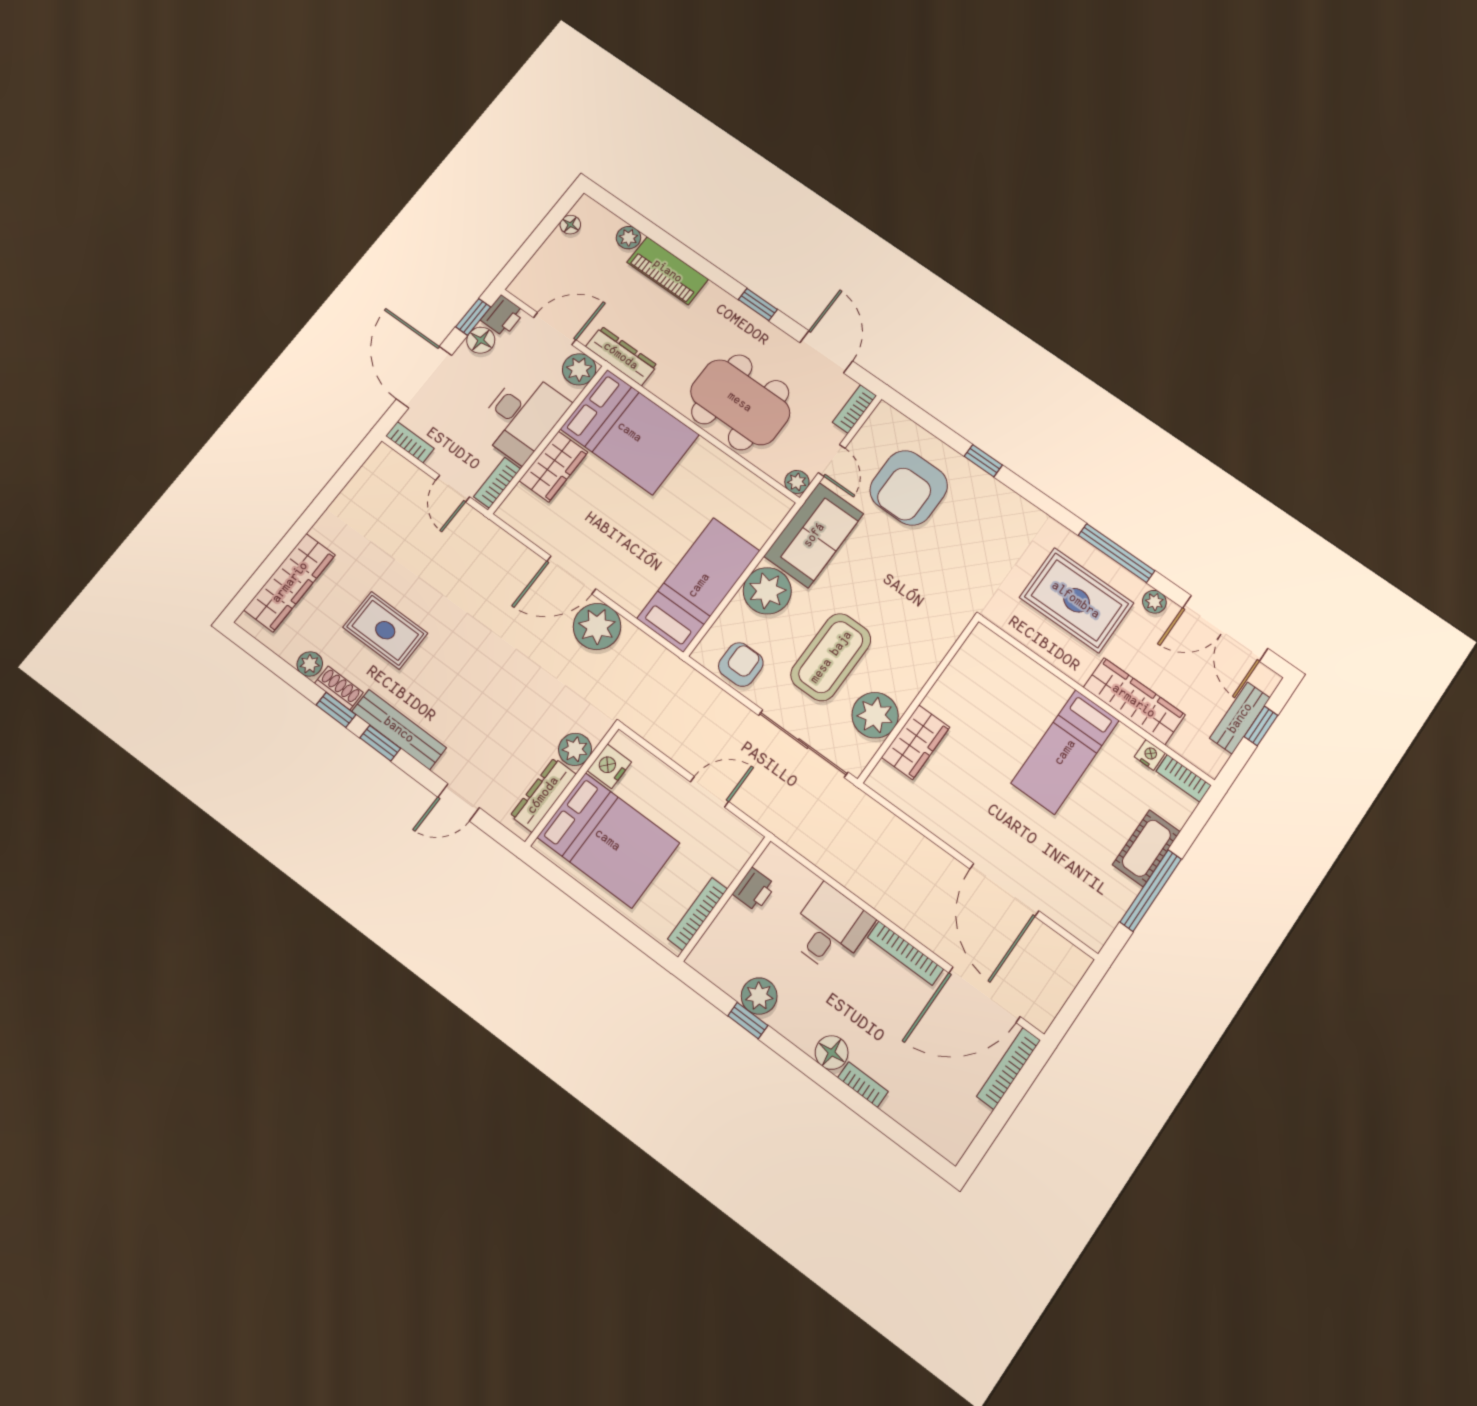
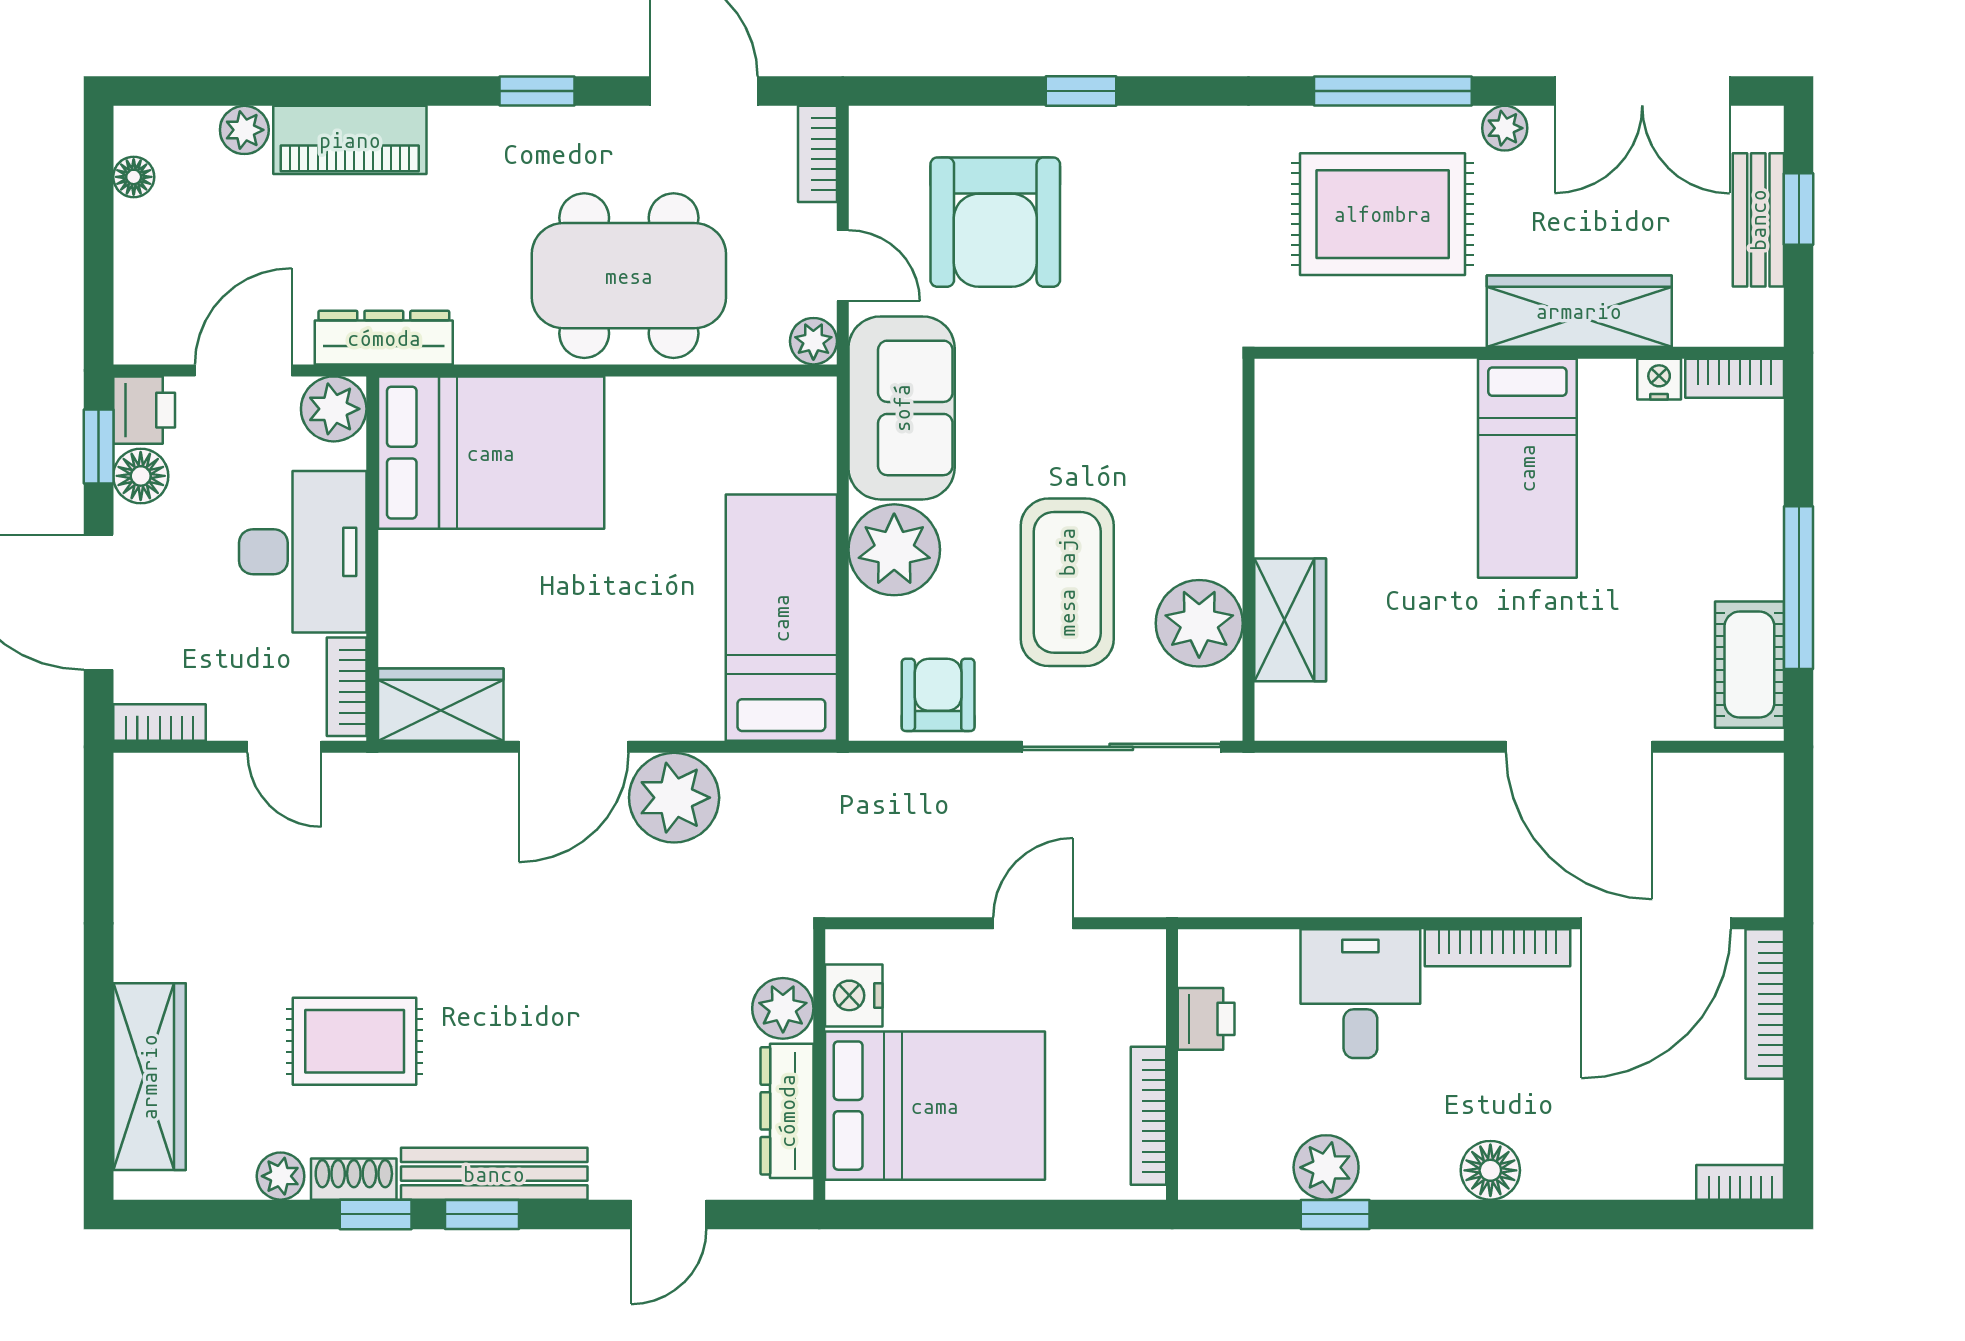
wardrobe: (553, 467) -> (441, 705), moved, turned -90
cot: (1146, 848) -> (1749, 665), moved
bookcase: (863, 1085) -> (1740, 1182), moved

